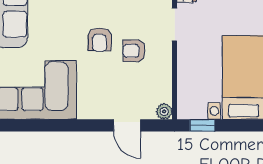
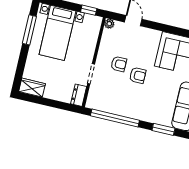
armchair: (100, 40) -> (138, 75), turned 90

